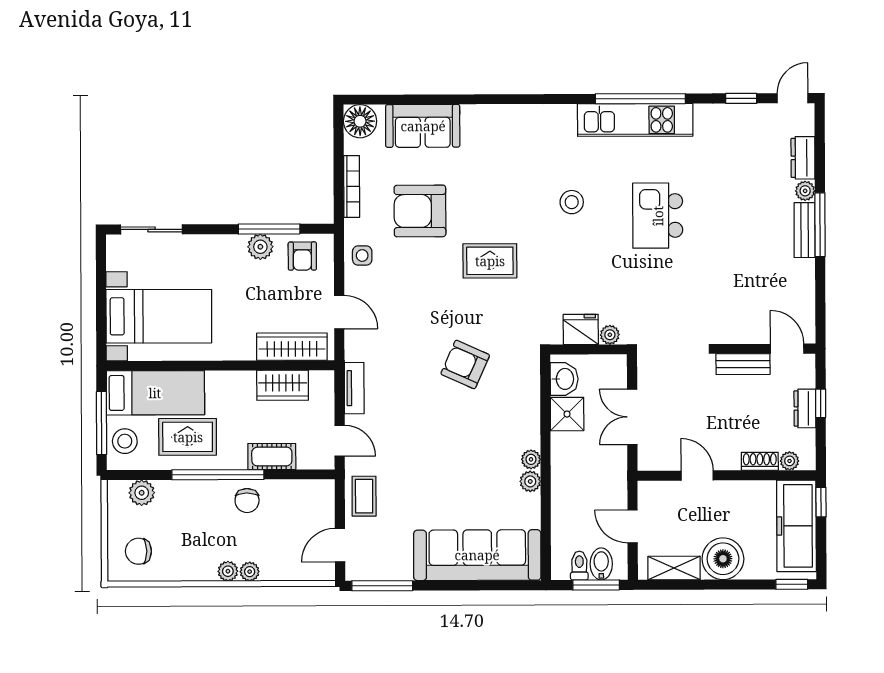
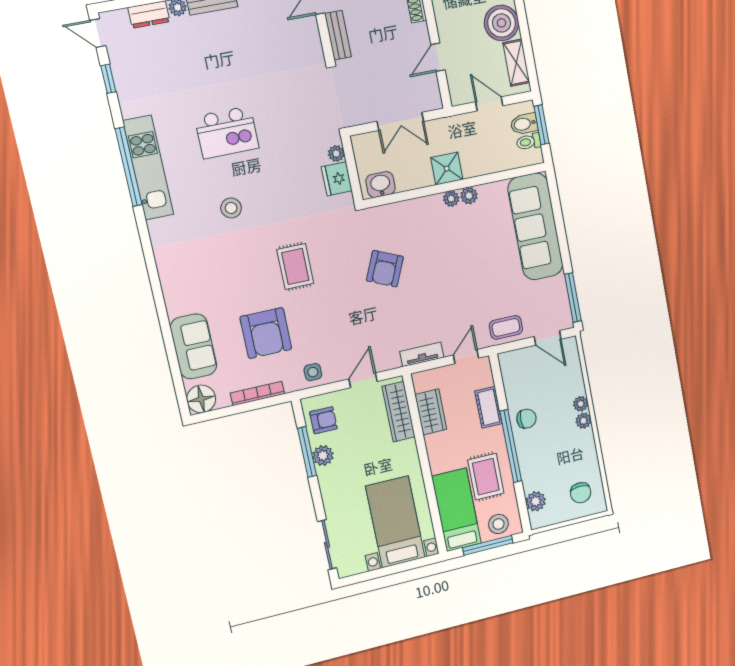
shower: (567, 414) -> (447, 169), moved
door: (633, 526) -> (489, 104), swing flipped

